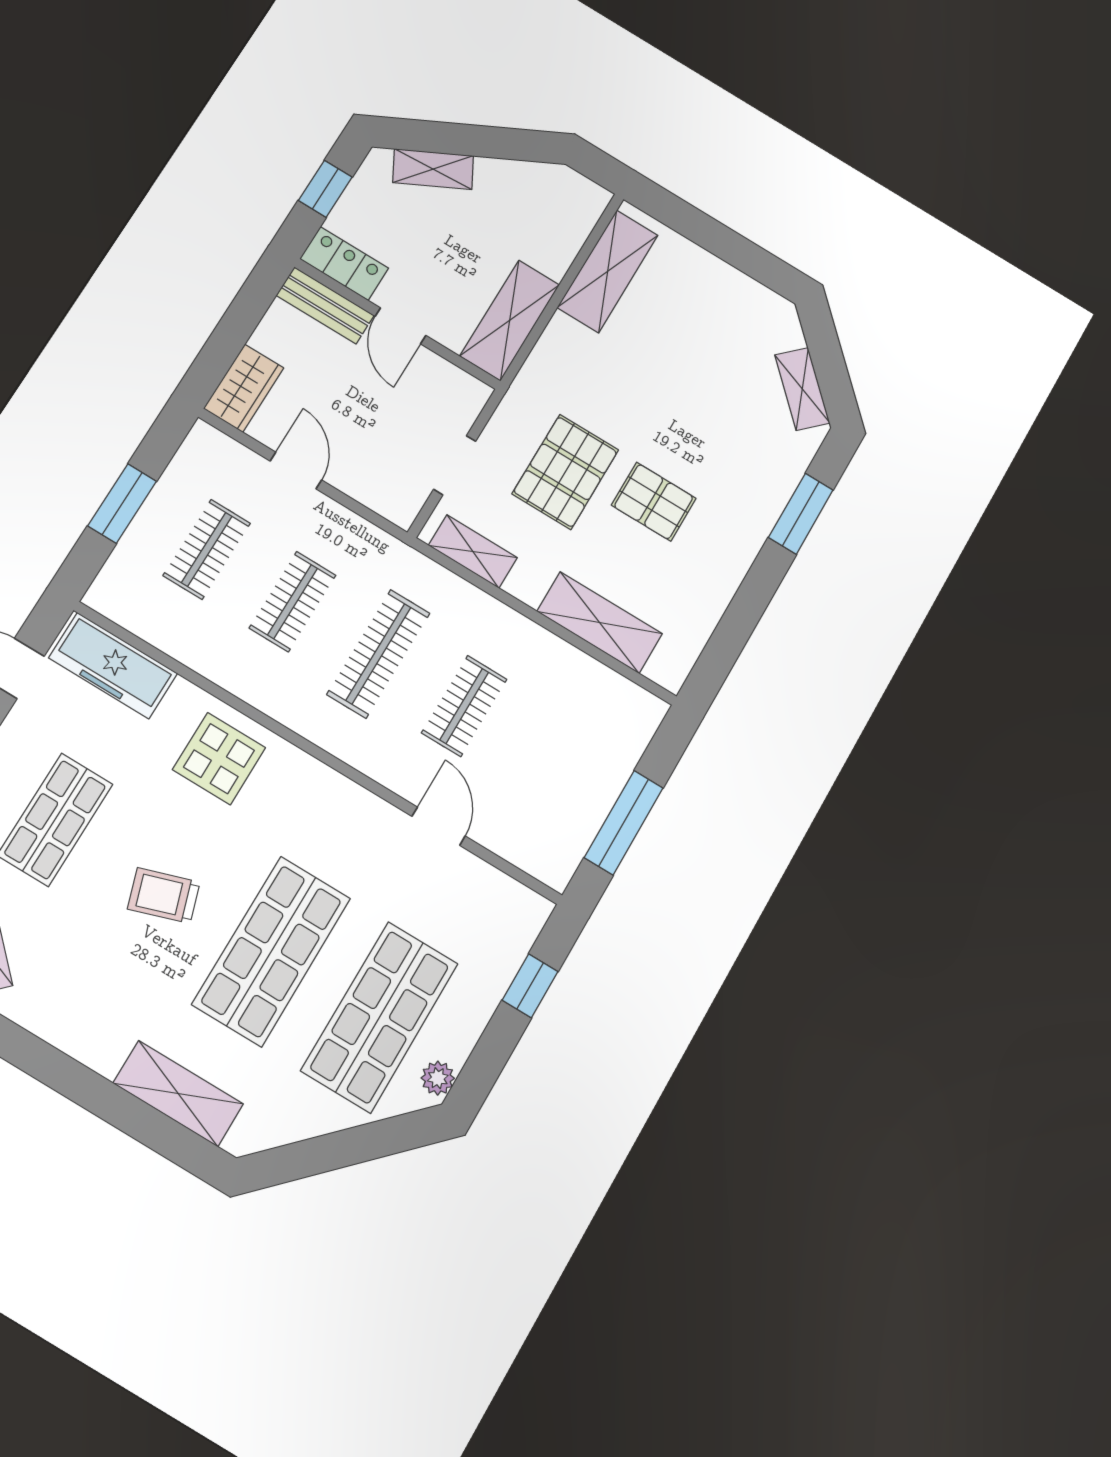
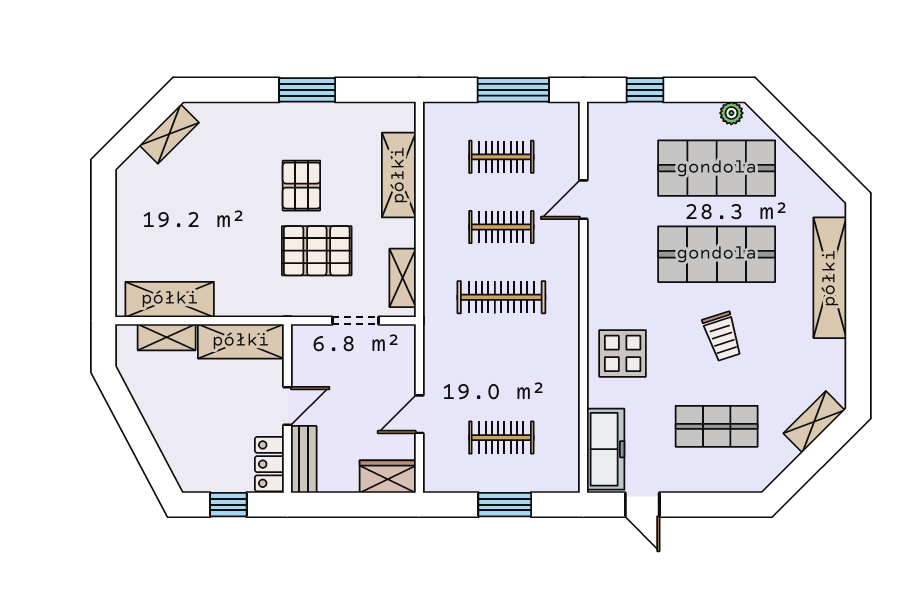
shelving: (433, 169) -> (167, 337), moved, turned -62
window: (801, 514) -> (307, 90), moved
clothes rail: (293, 602) -> (501, 157), moved
shelving: (178, 1093) -> (830, 278), width x1.47

